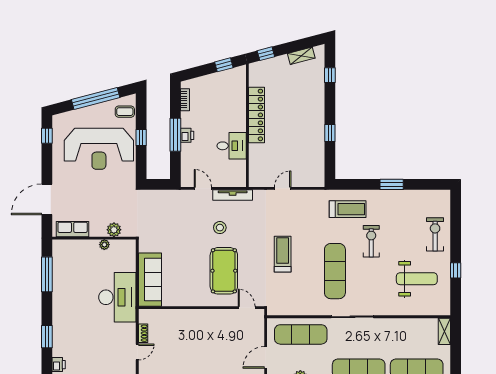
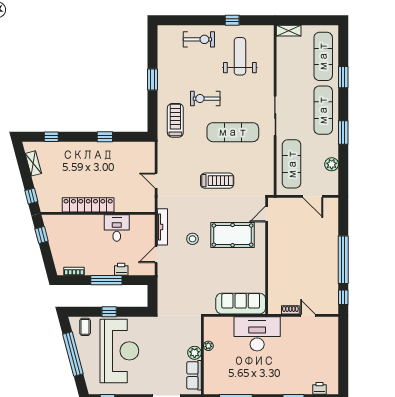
printer: (187, 135) -> (121, 269), moved
plant: (114, 230) -> (195, 353), moved
exercise bike: (435, 234) -> (199, 39), turned 180
treadmill: (283, 254) -> (217, 181), turned 180

